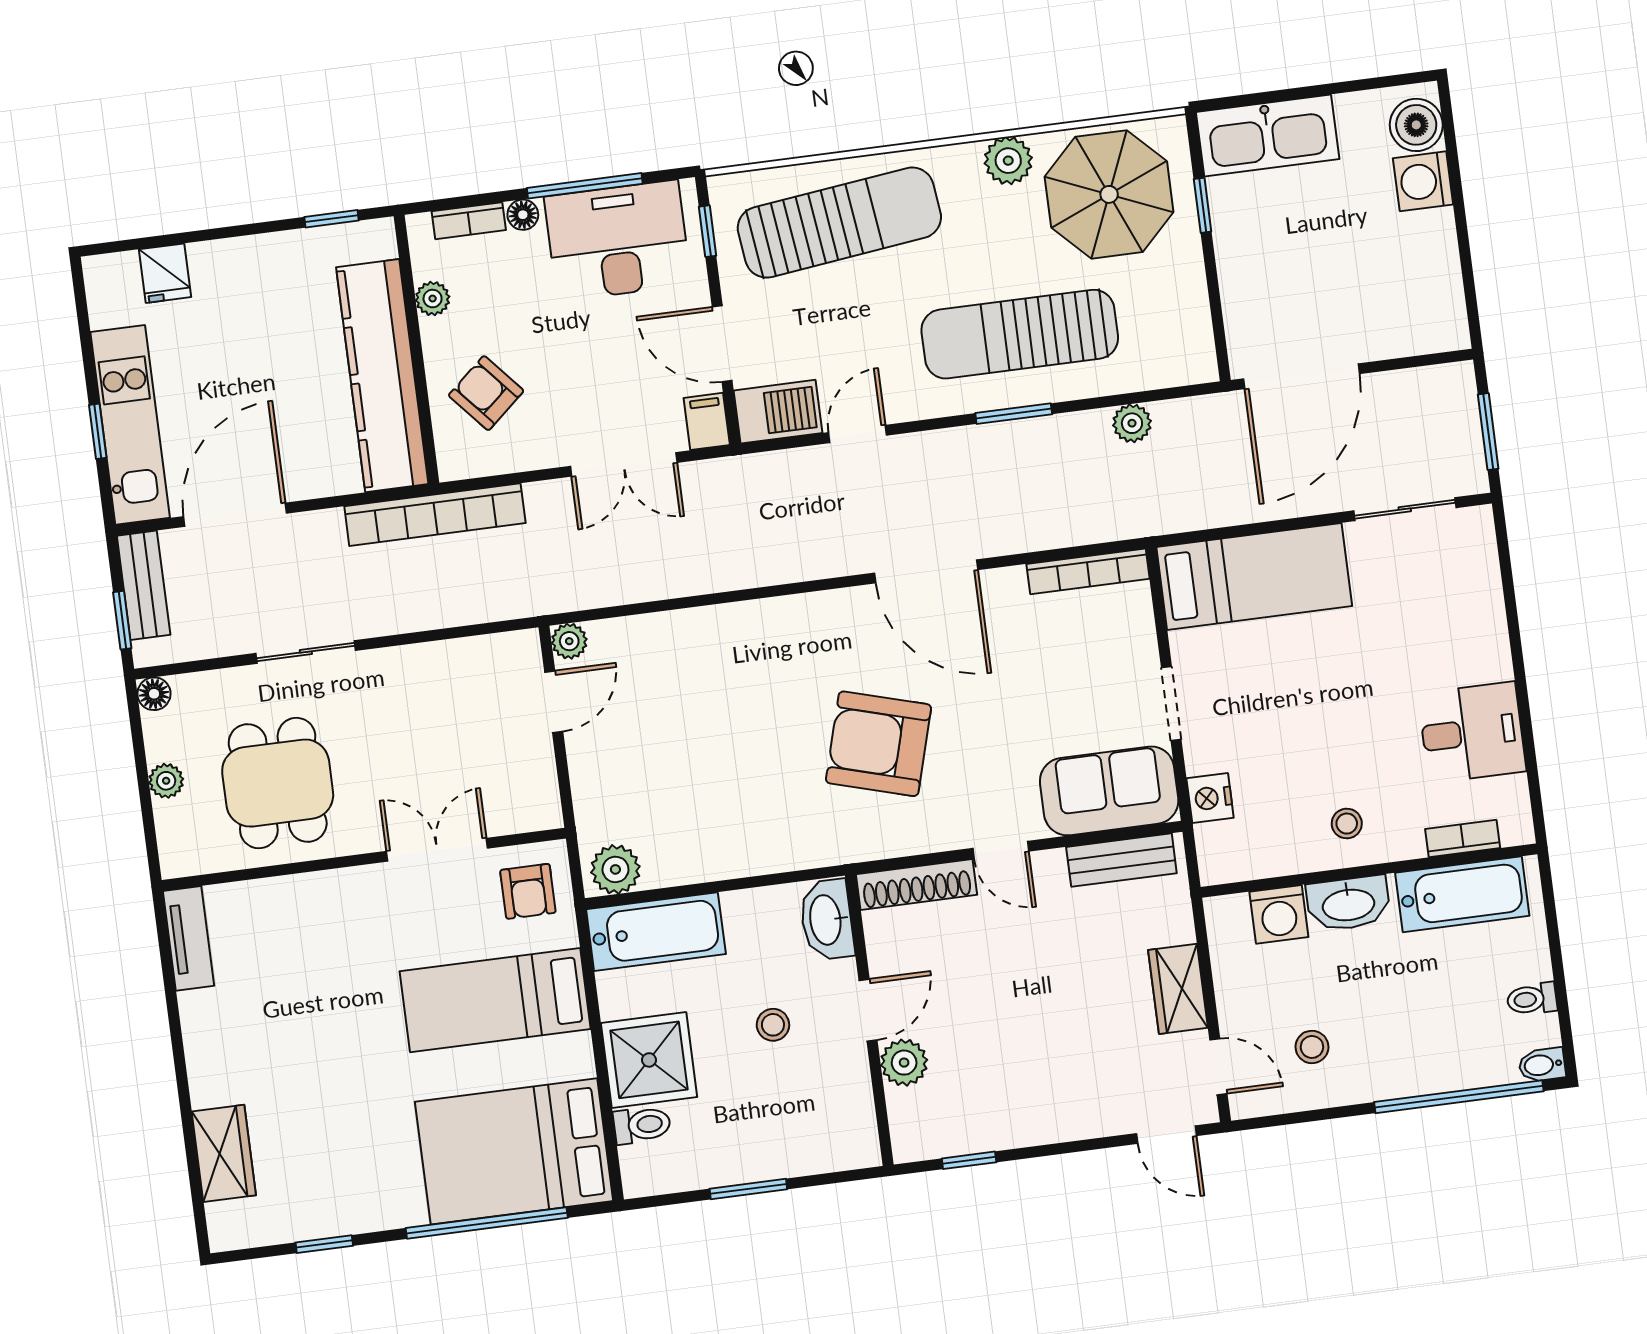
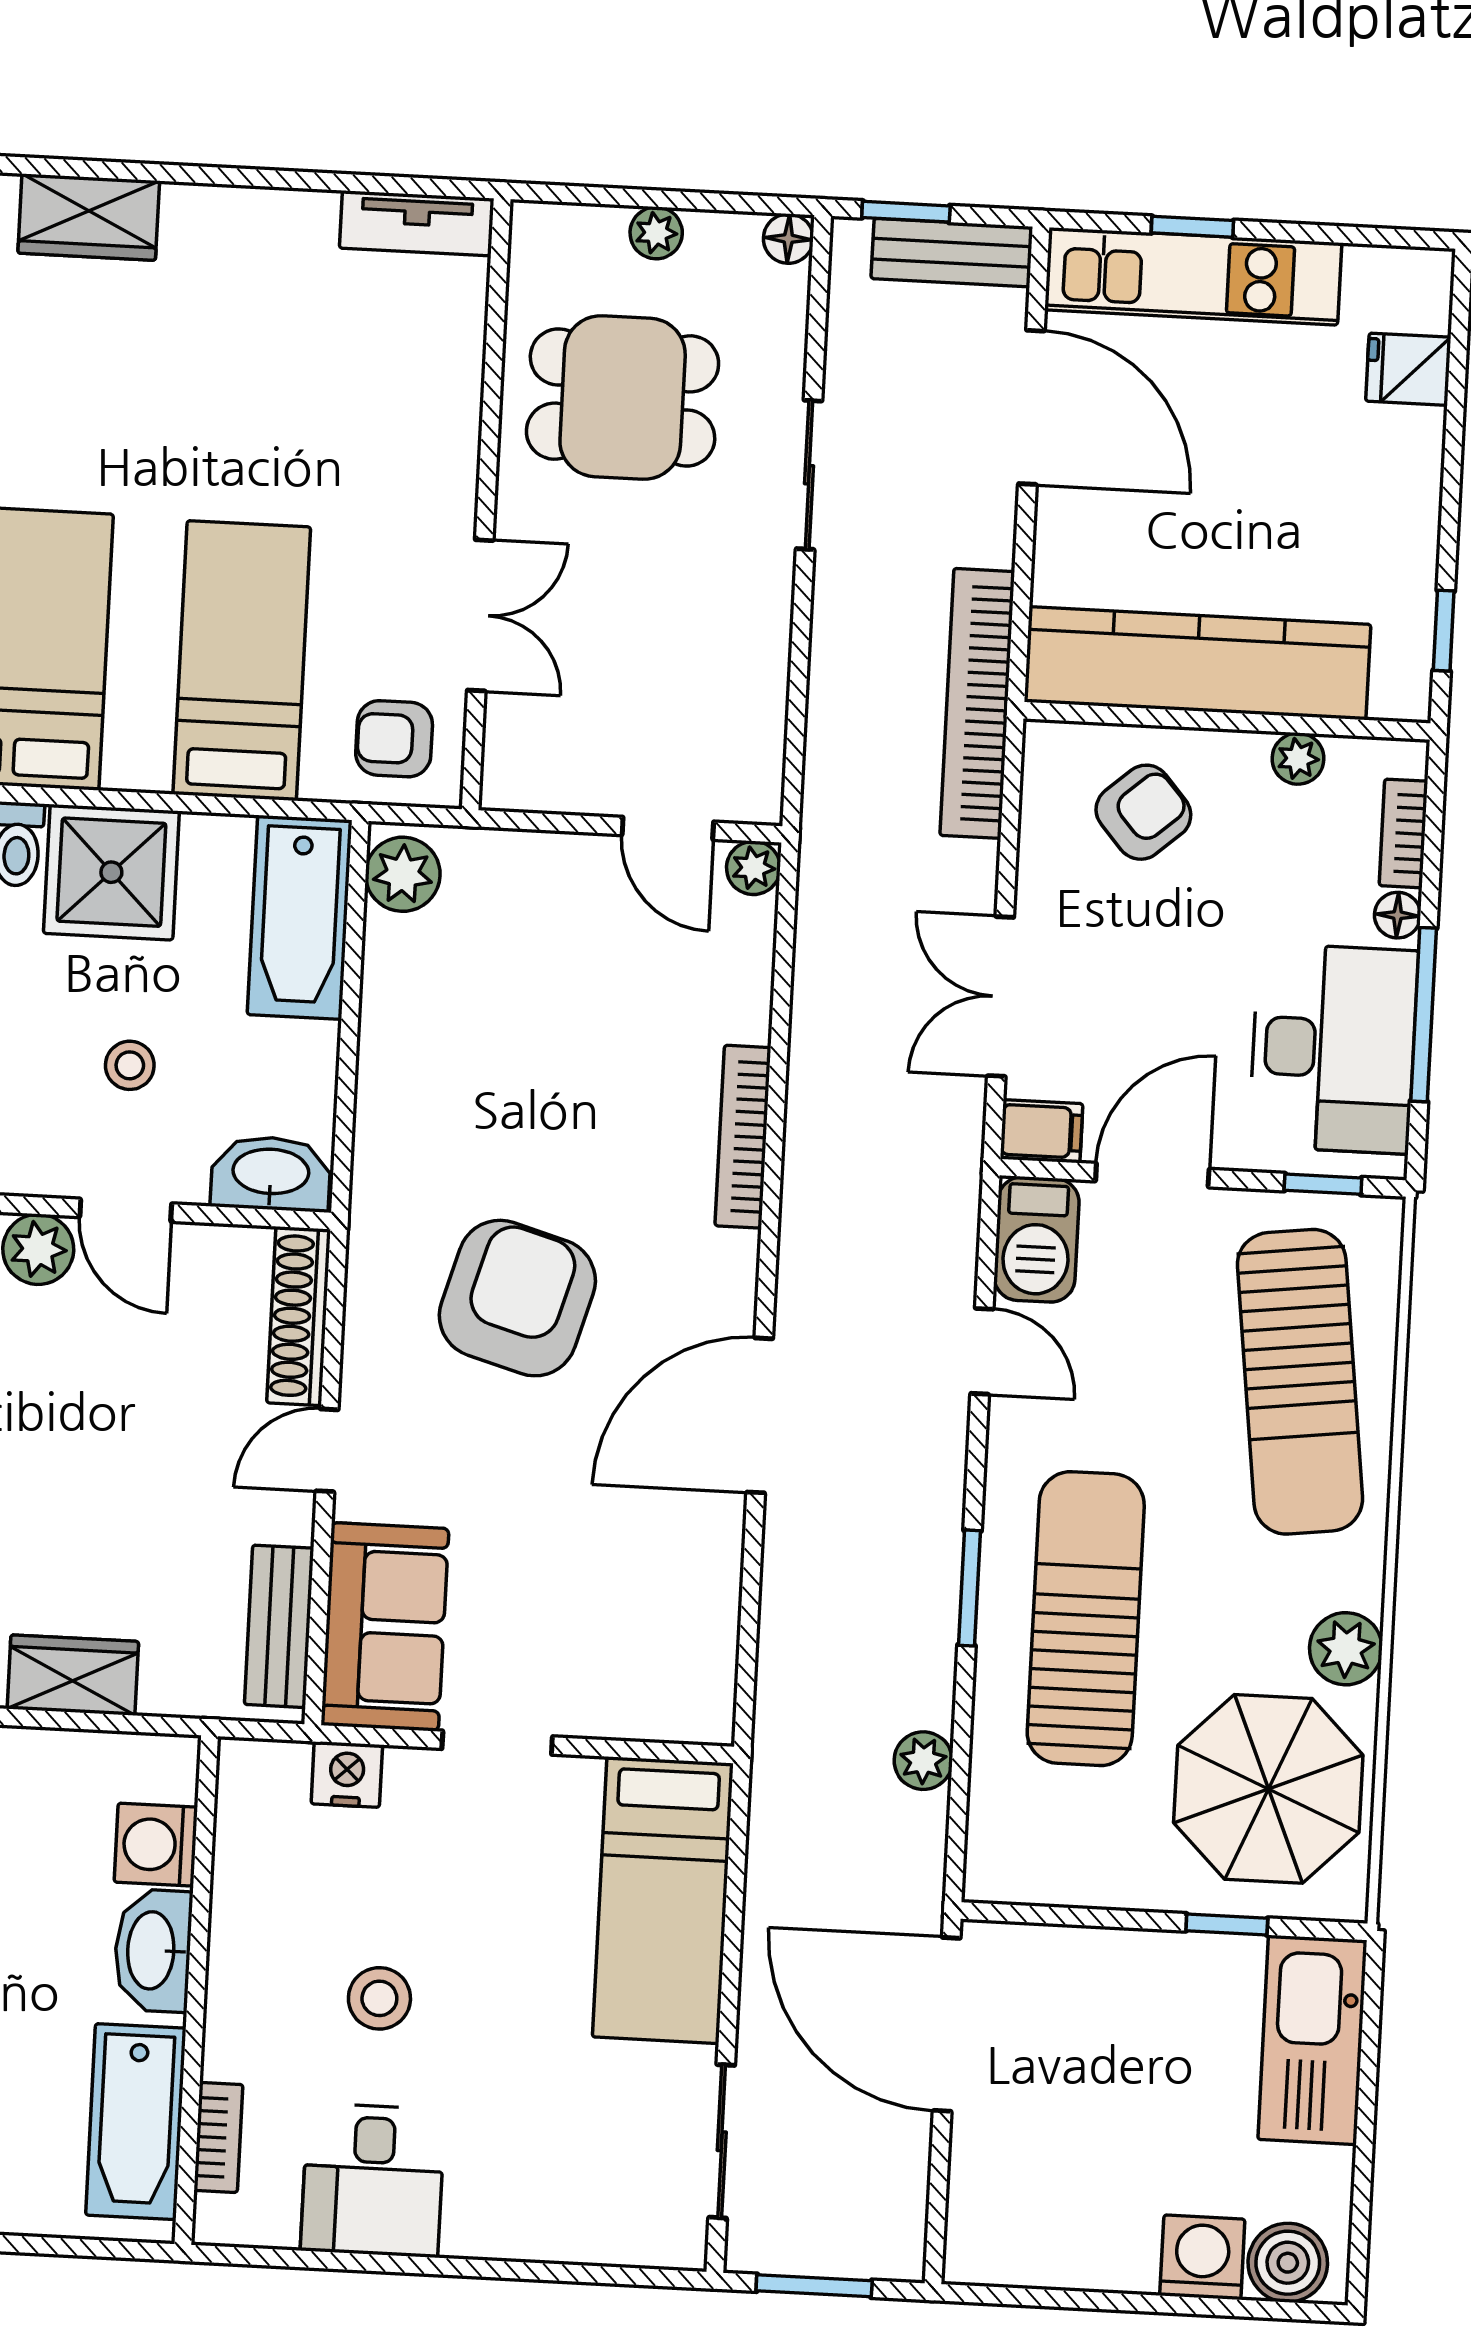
bookcase: (1088, 571) -> (743, 1137), moved
stool: (1347, 824) -> (379, 1998), moved, width x1.37, depth x1.37

